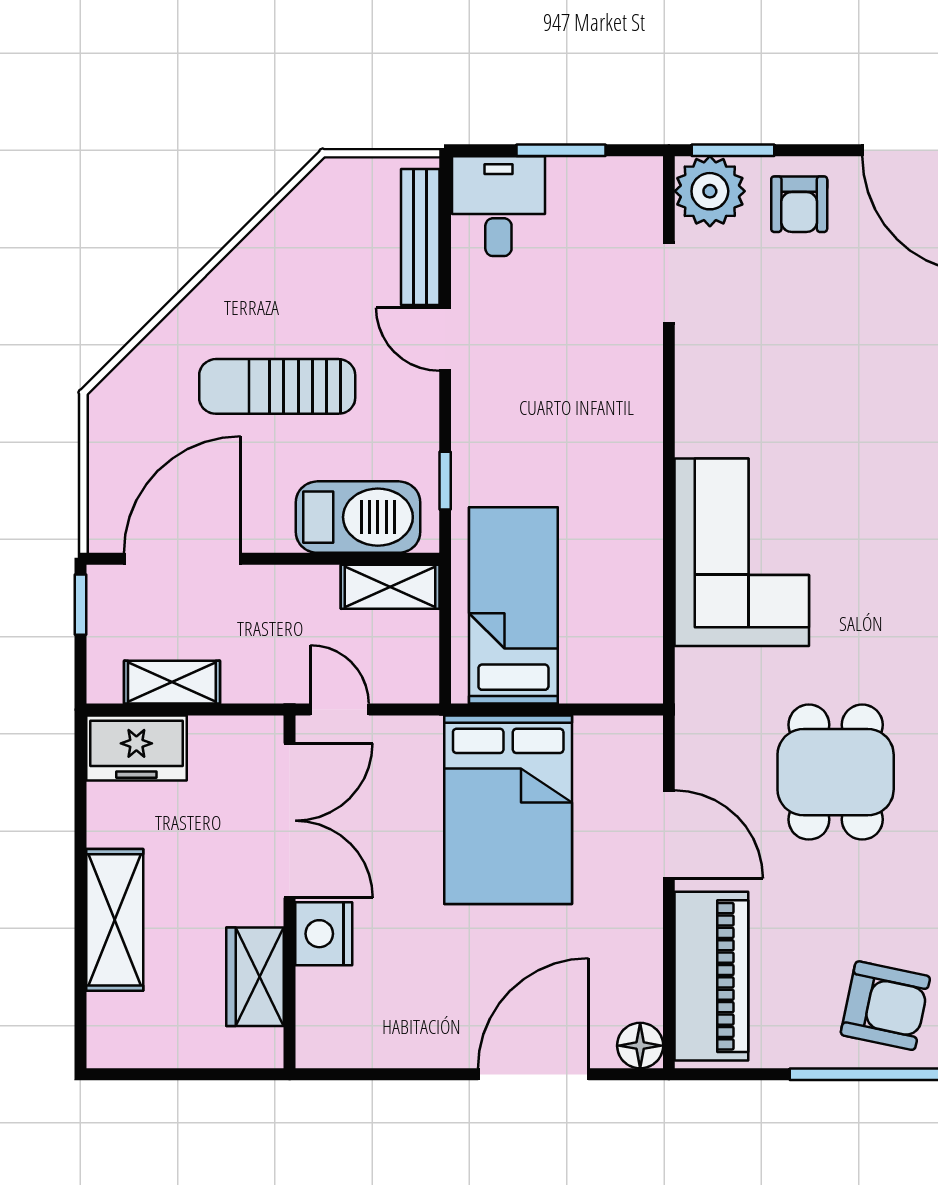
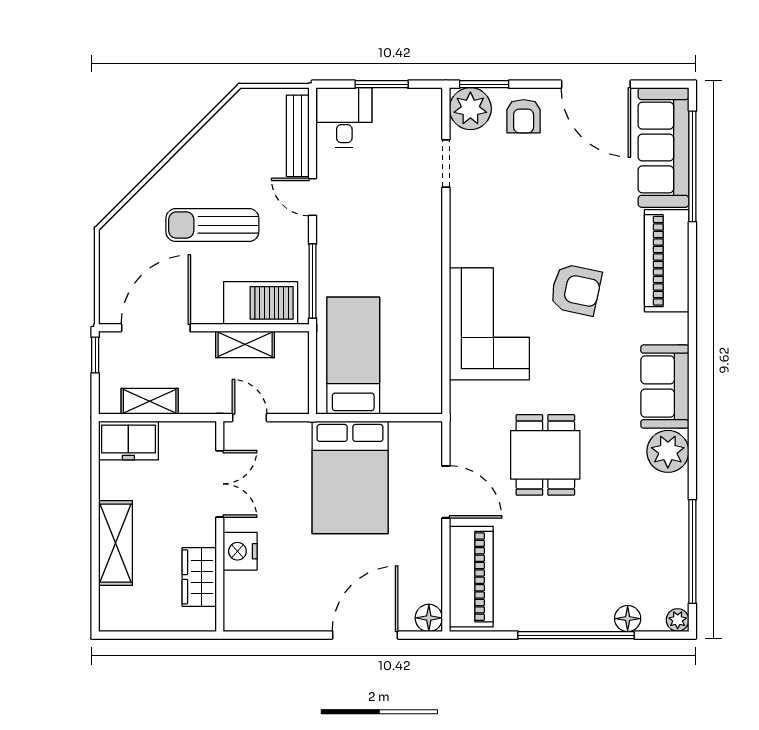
window: (445, 481) -> (313, 281), width x2.17
shelving: (390, 587) -> (245, 344), moved
double door: (290, 821) -> (220, 484), width x0.73
armchair: (885, 1006) -> (576, 290), moved

